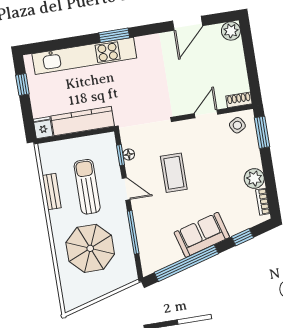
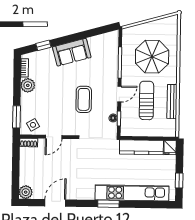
sun lounger: (87, 187) -> (146, 100), turned 180
door: (126, 189) -> (119, 94), swing flipped
bench: (52, 192) -> (172, 101), width x1.36
window: (186, 263) -> (86, 34), removed

